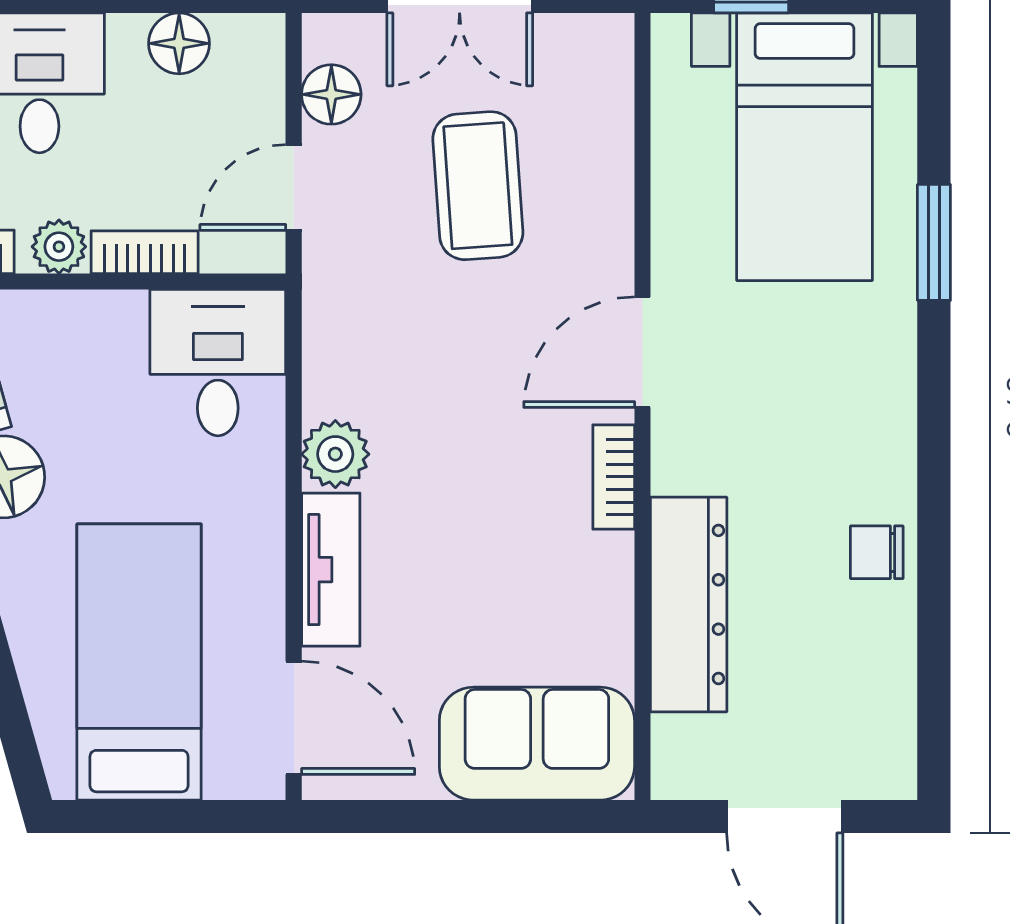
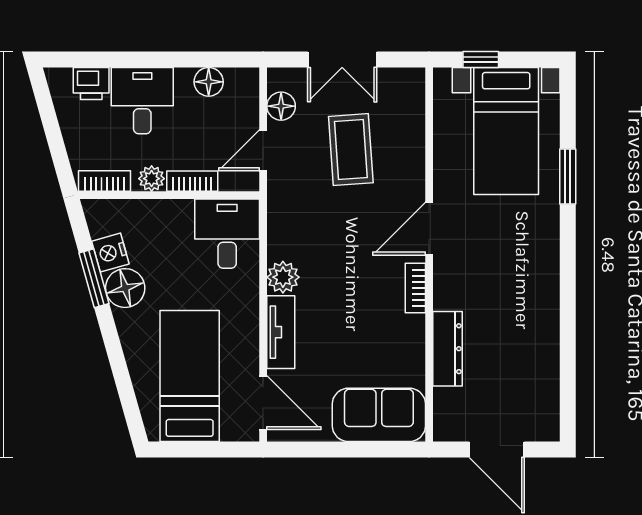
chair: (877, 552) -> (541, 324), removed
dresser: (689, 604) -> (447, 349), width x0.73, depth x0.80

